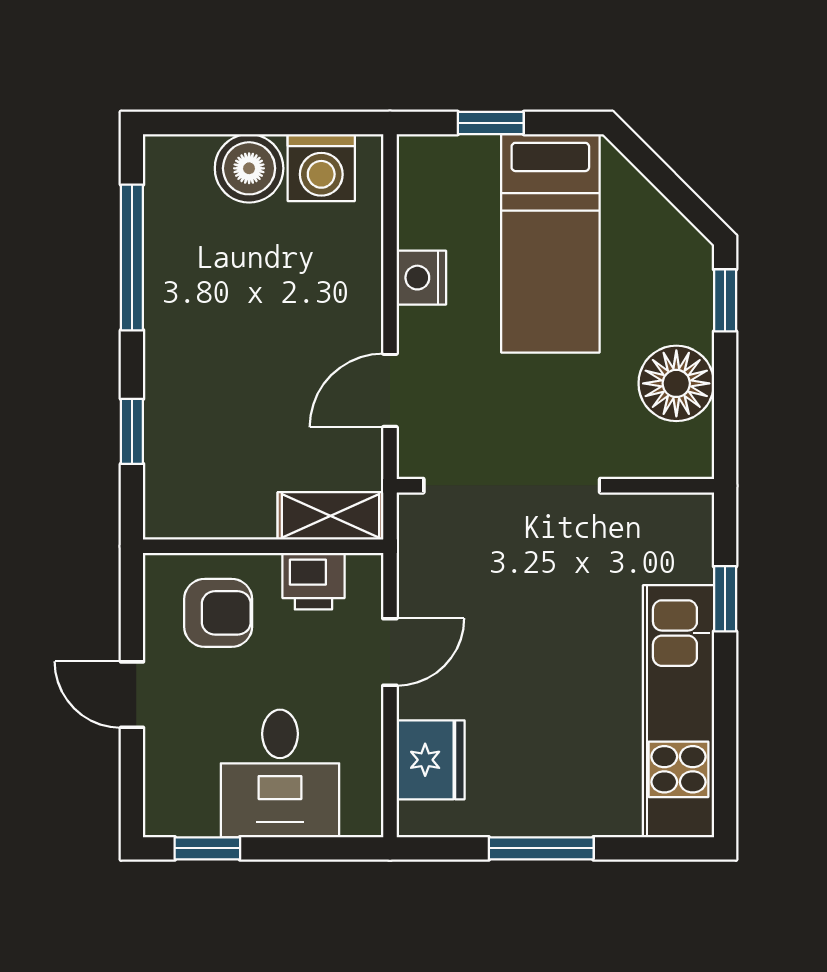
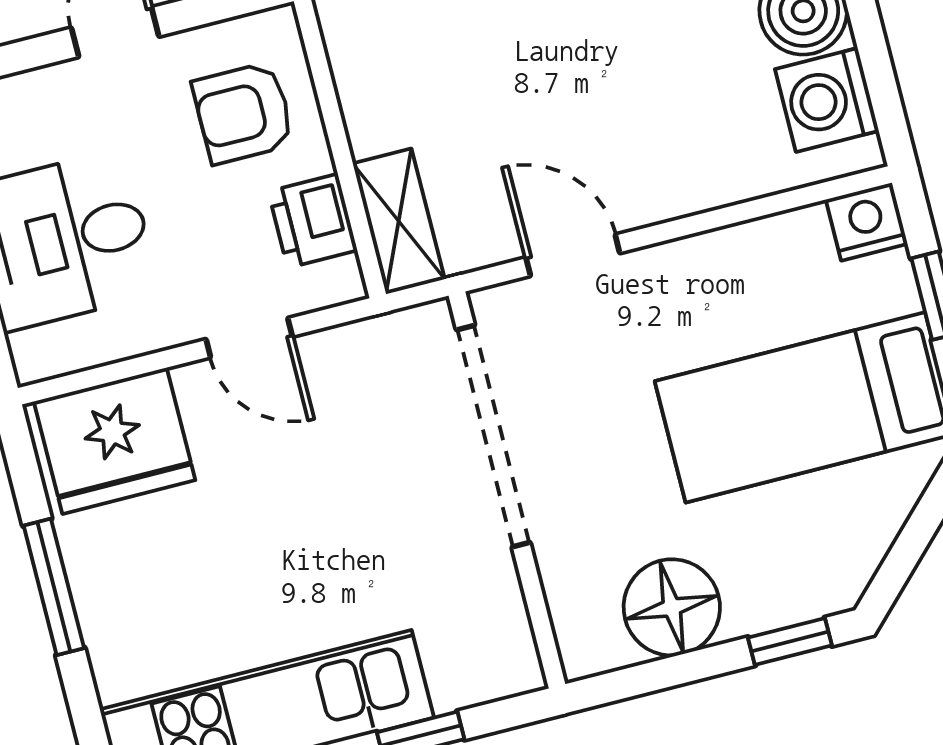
nightstand: (421, 278) -> (867, 222), moved
armchair: (218, 613) -> (243, 113), turned 90
fridge: (431, 760) -> (115, 441), width x1.36, depth x1.34

